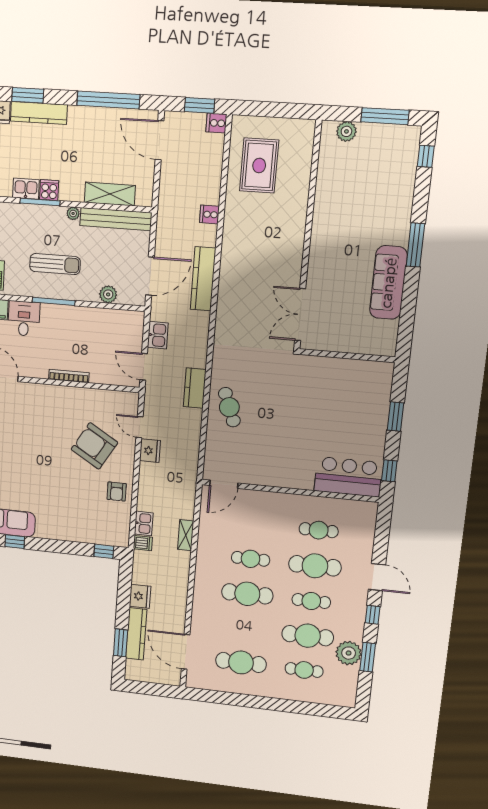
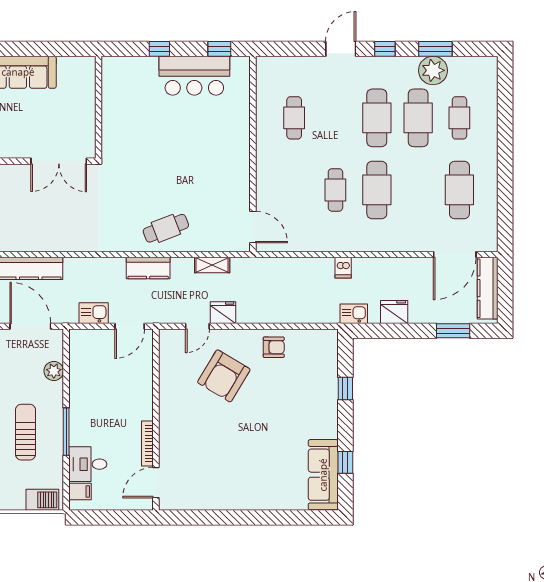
bookcase: (69, 376) -> (147, 444), moved
window: (396, 416) -> (159, 49), width x0.67
bar counter: (348, 477) -> (194, 76), moved, turned -90
kitchen sink: (144, 523) -> (354, 314), moved
shelving: (186, 535) -> (212, 265), moved
dishwasher: (143, 543) -> (343, 268), moved, turned 180
window: (104, 551) -> (345, 388), moved
cafe table: (315, 566) -> (335, 118), removed
cafe table: (311, 601) -> (377, 118), width x1.37, depth x1.35
kitchen counter: (136, 634) -> (488, 288), moved, turned -90

